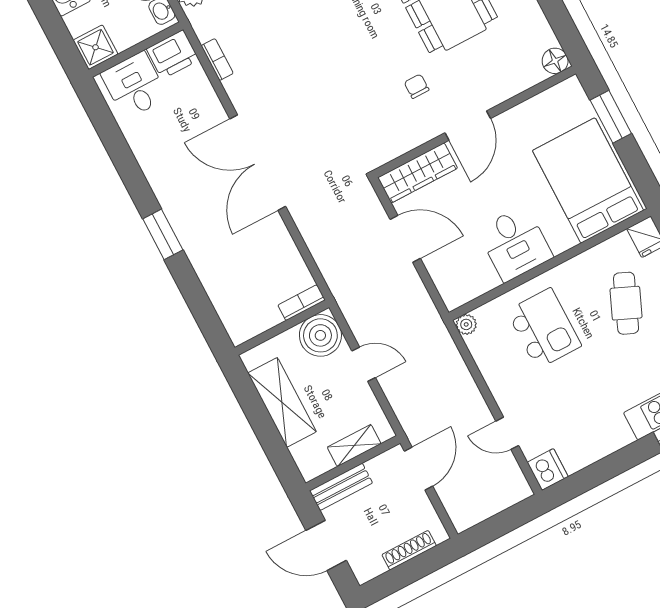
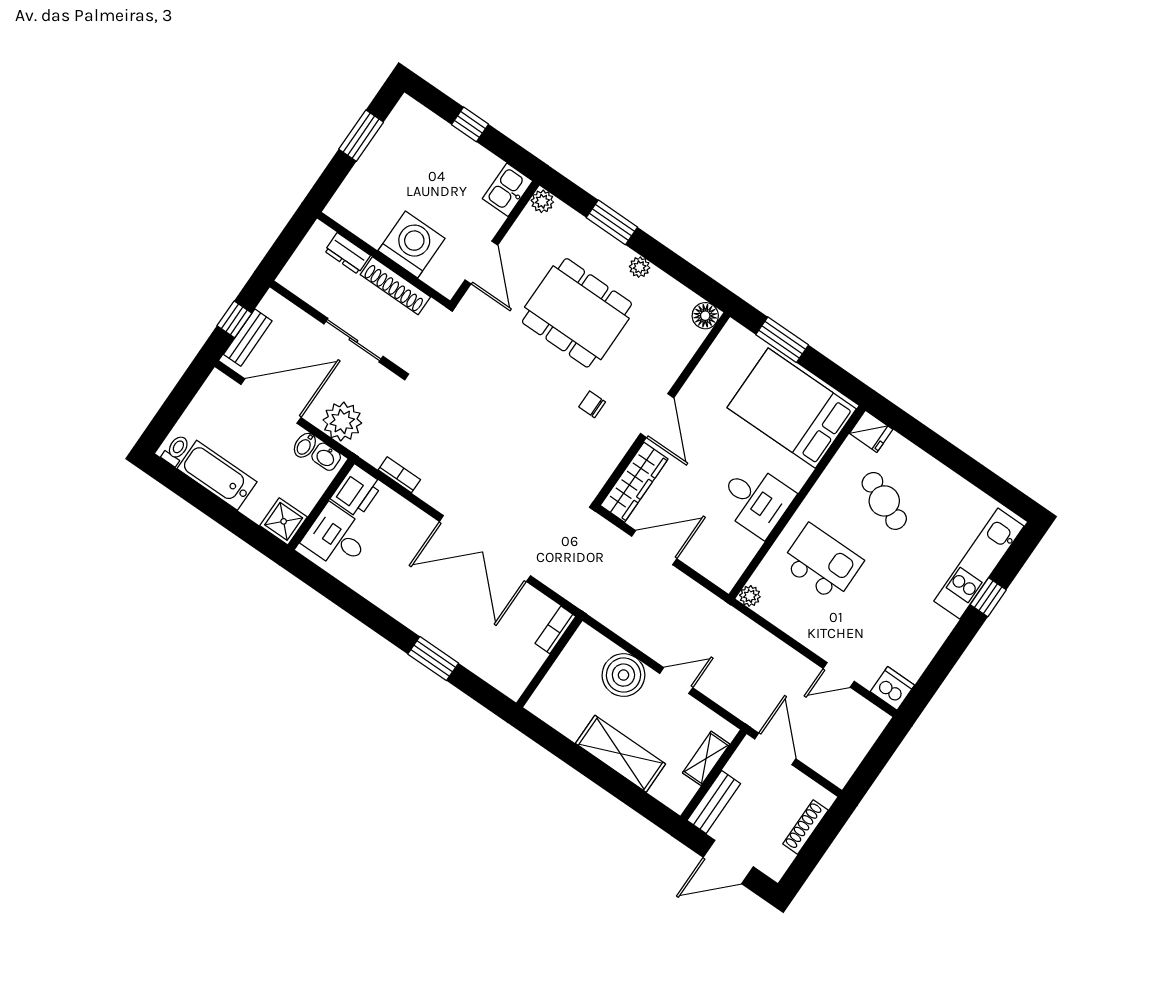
bookcase: (302, 303) -> (555, 630), moved
wall: (282, 328) -> (549, 662), moved

